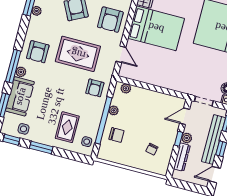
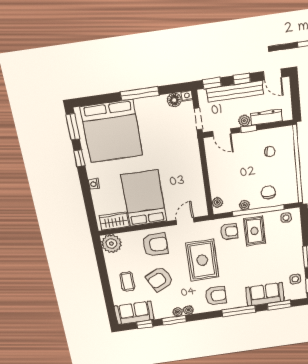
plant: (21, 72) -> (188, 310), moved
rug: (67, 127) -> (254, 231), moved, turned 90

